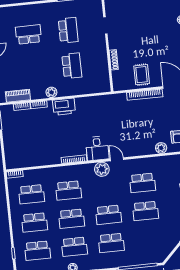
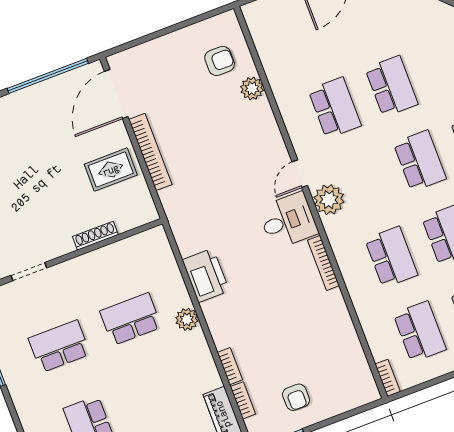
plant: (51, 92) -> (187, 319), moved
printer: (64, 107) -> (206, 275), moved
armchair: (17, 131) -> (296, 397), added

